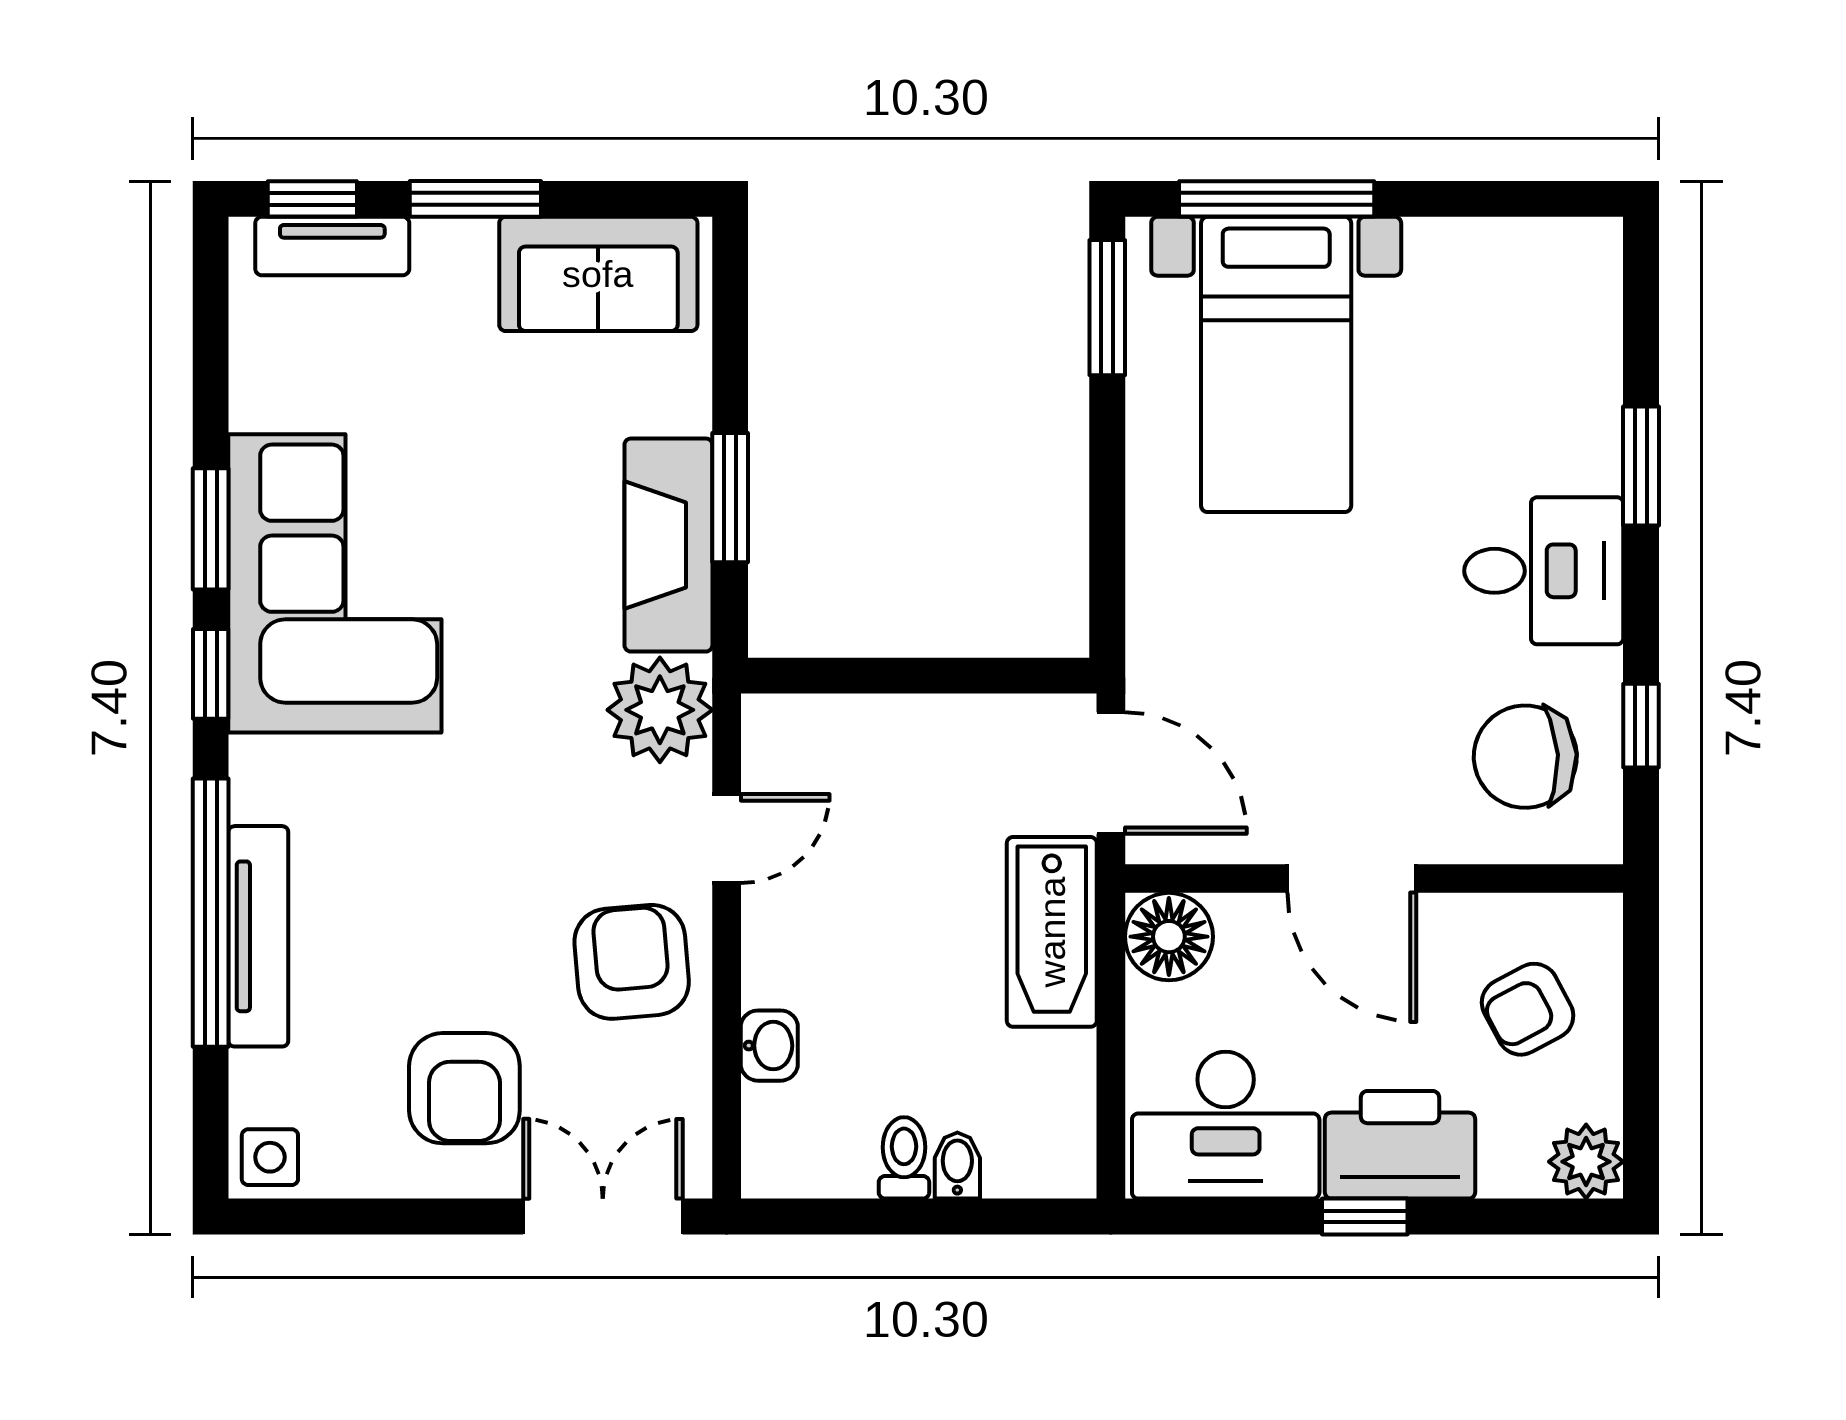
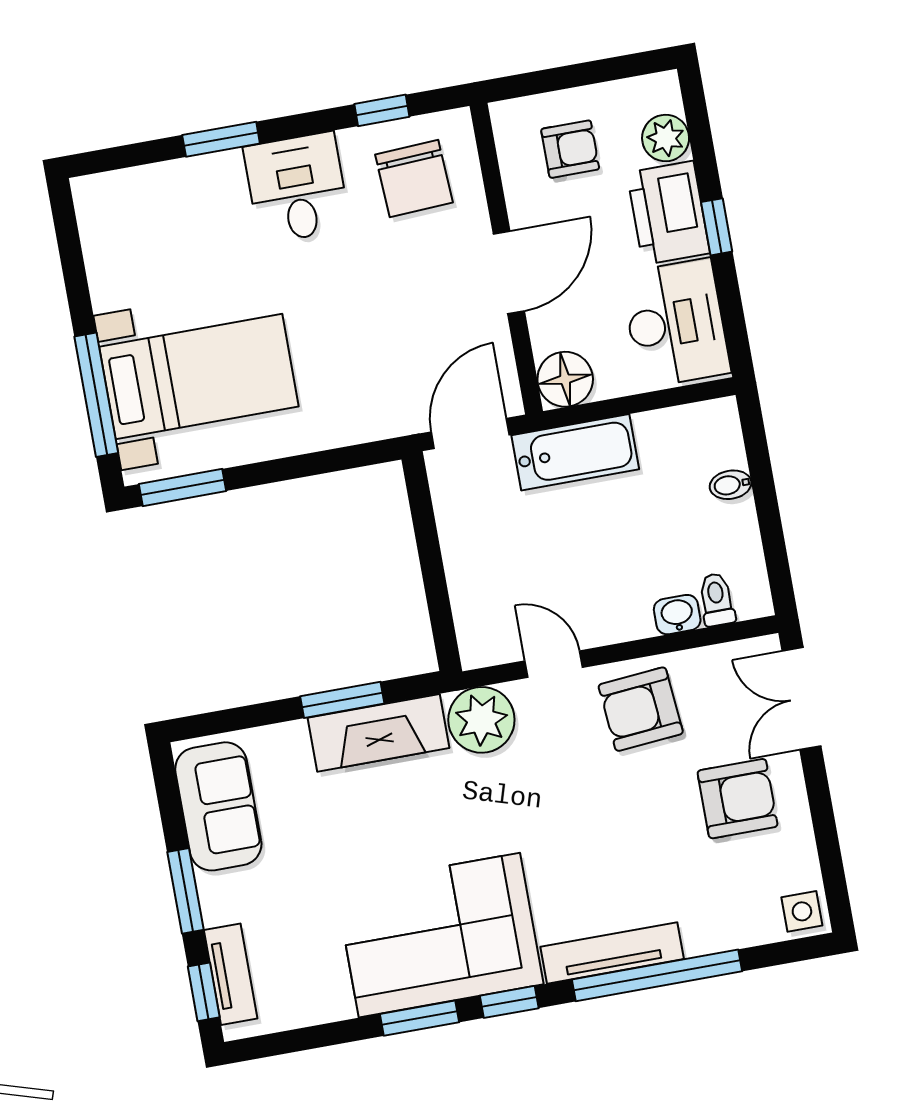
tv unit: (258, 936) -> (612, 953), moved
armchair: (1528, 1009) -> (570, 149), turned -62
toilet: (904, 1158) -> (717, 600), moved, turned 90
plant: (1586, 1162) -> (666, 138), moved

